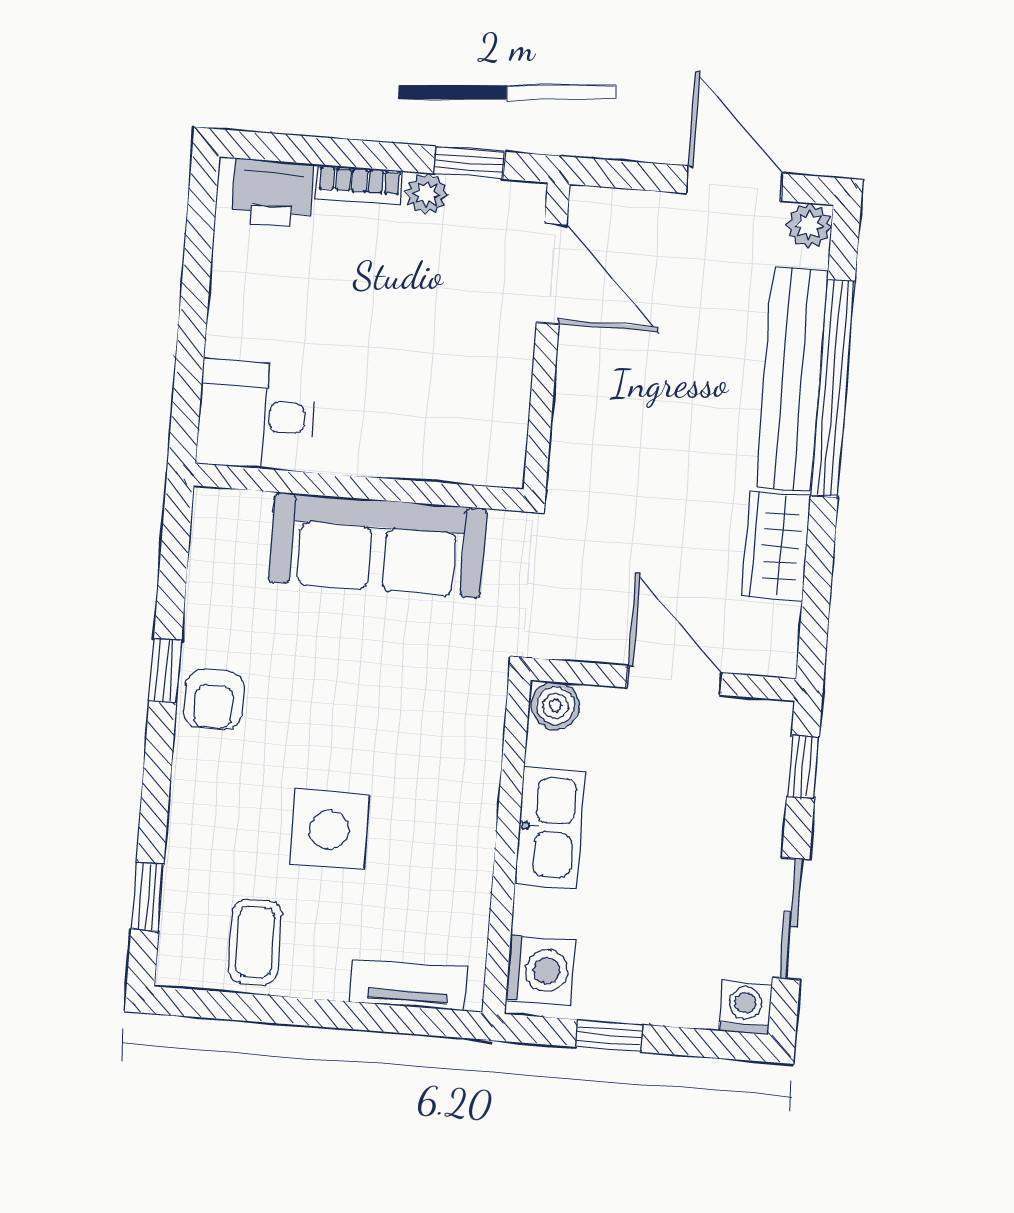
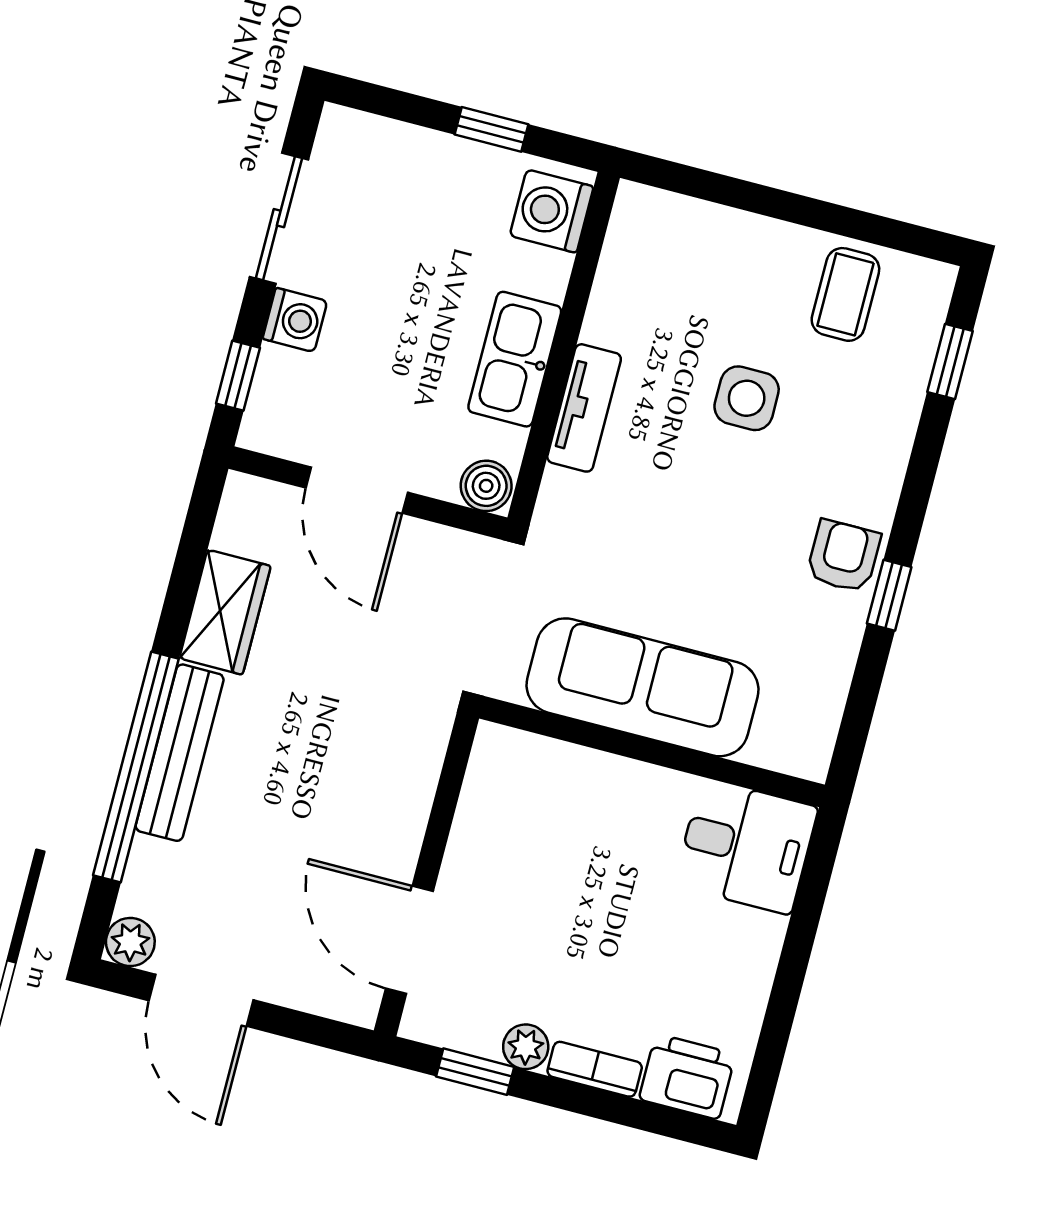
bench: (792, 379) -> (180, 753), width x0.73, depth x0.82
side table: (329, 829) -> (747, 398), width x0.73, depth x0.73
tv unit: (408, 984) -> (584, 408), moved, turned -90
washing machine: (745, 1008) -> (295, 320), moved, turned -90

